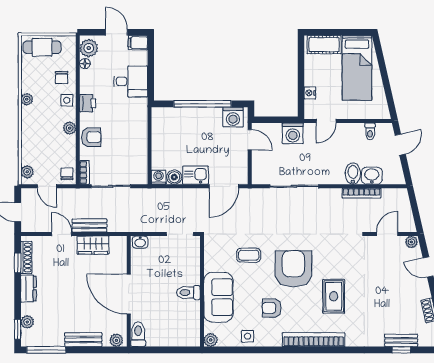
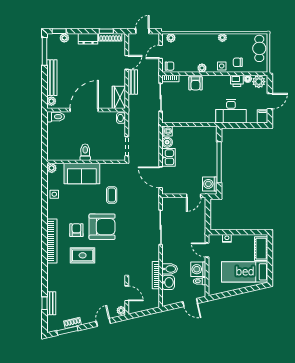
desk: (131, 81) -> (231, 111), width x1.37
printer: (88, 103) -> (237, 81), moved
washing machine: (293, 133) -> (198, 269), moved
wardrobe: (93, 245) -> (119, 97), moved
armchair: (272, 308) -> (76, 230), moved
bench: (83, 340) -> (52, 78), width x1.36

